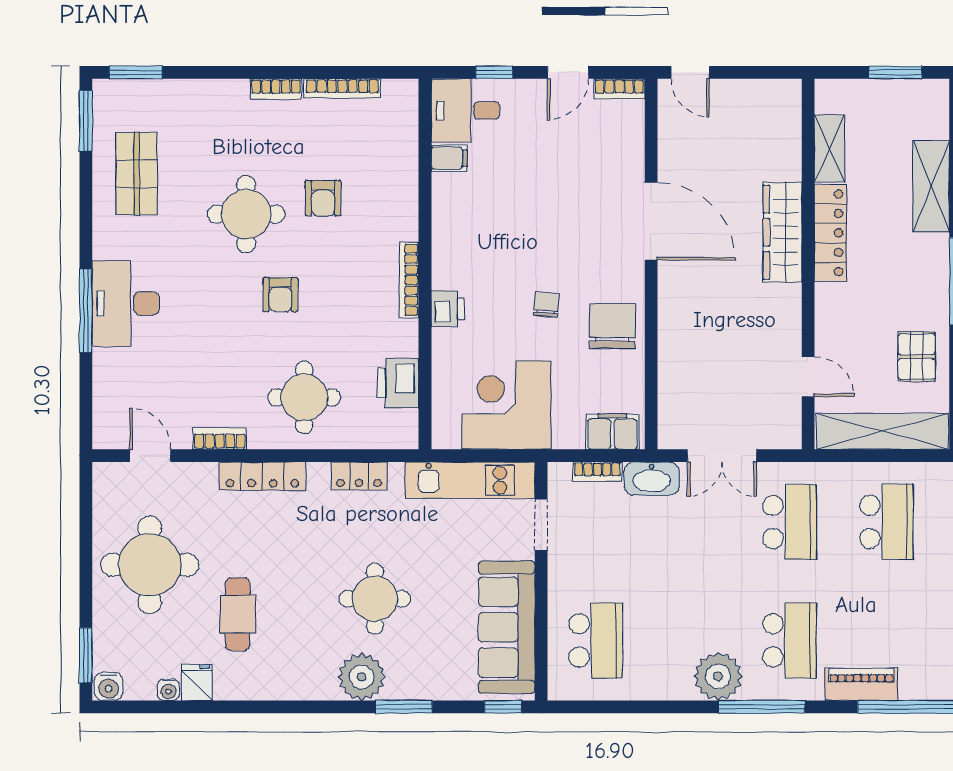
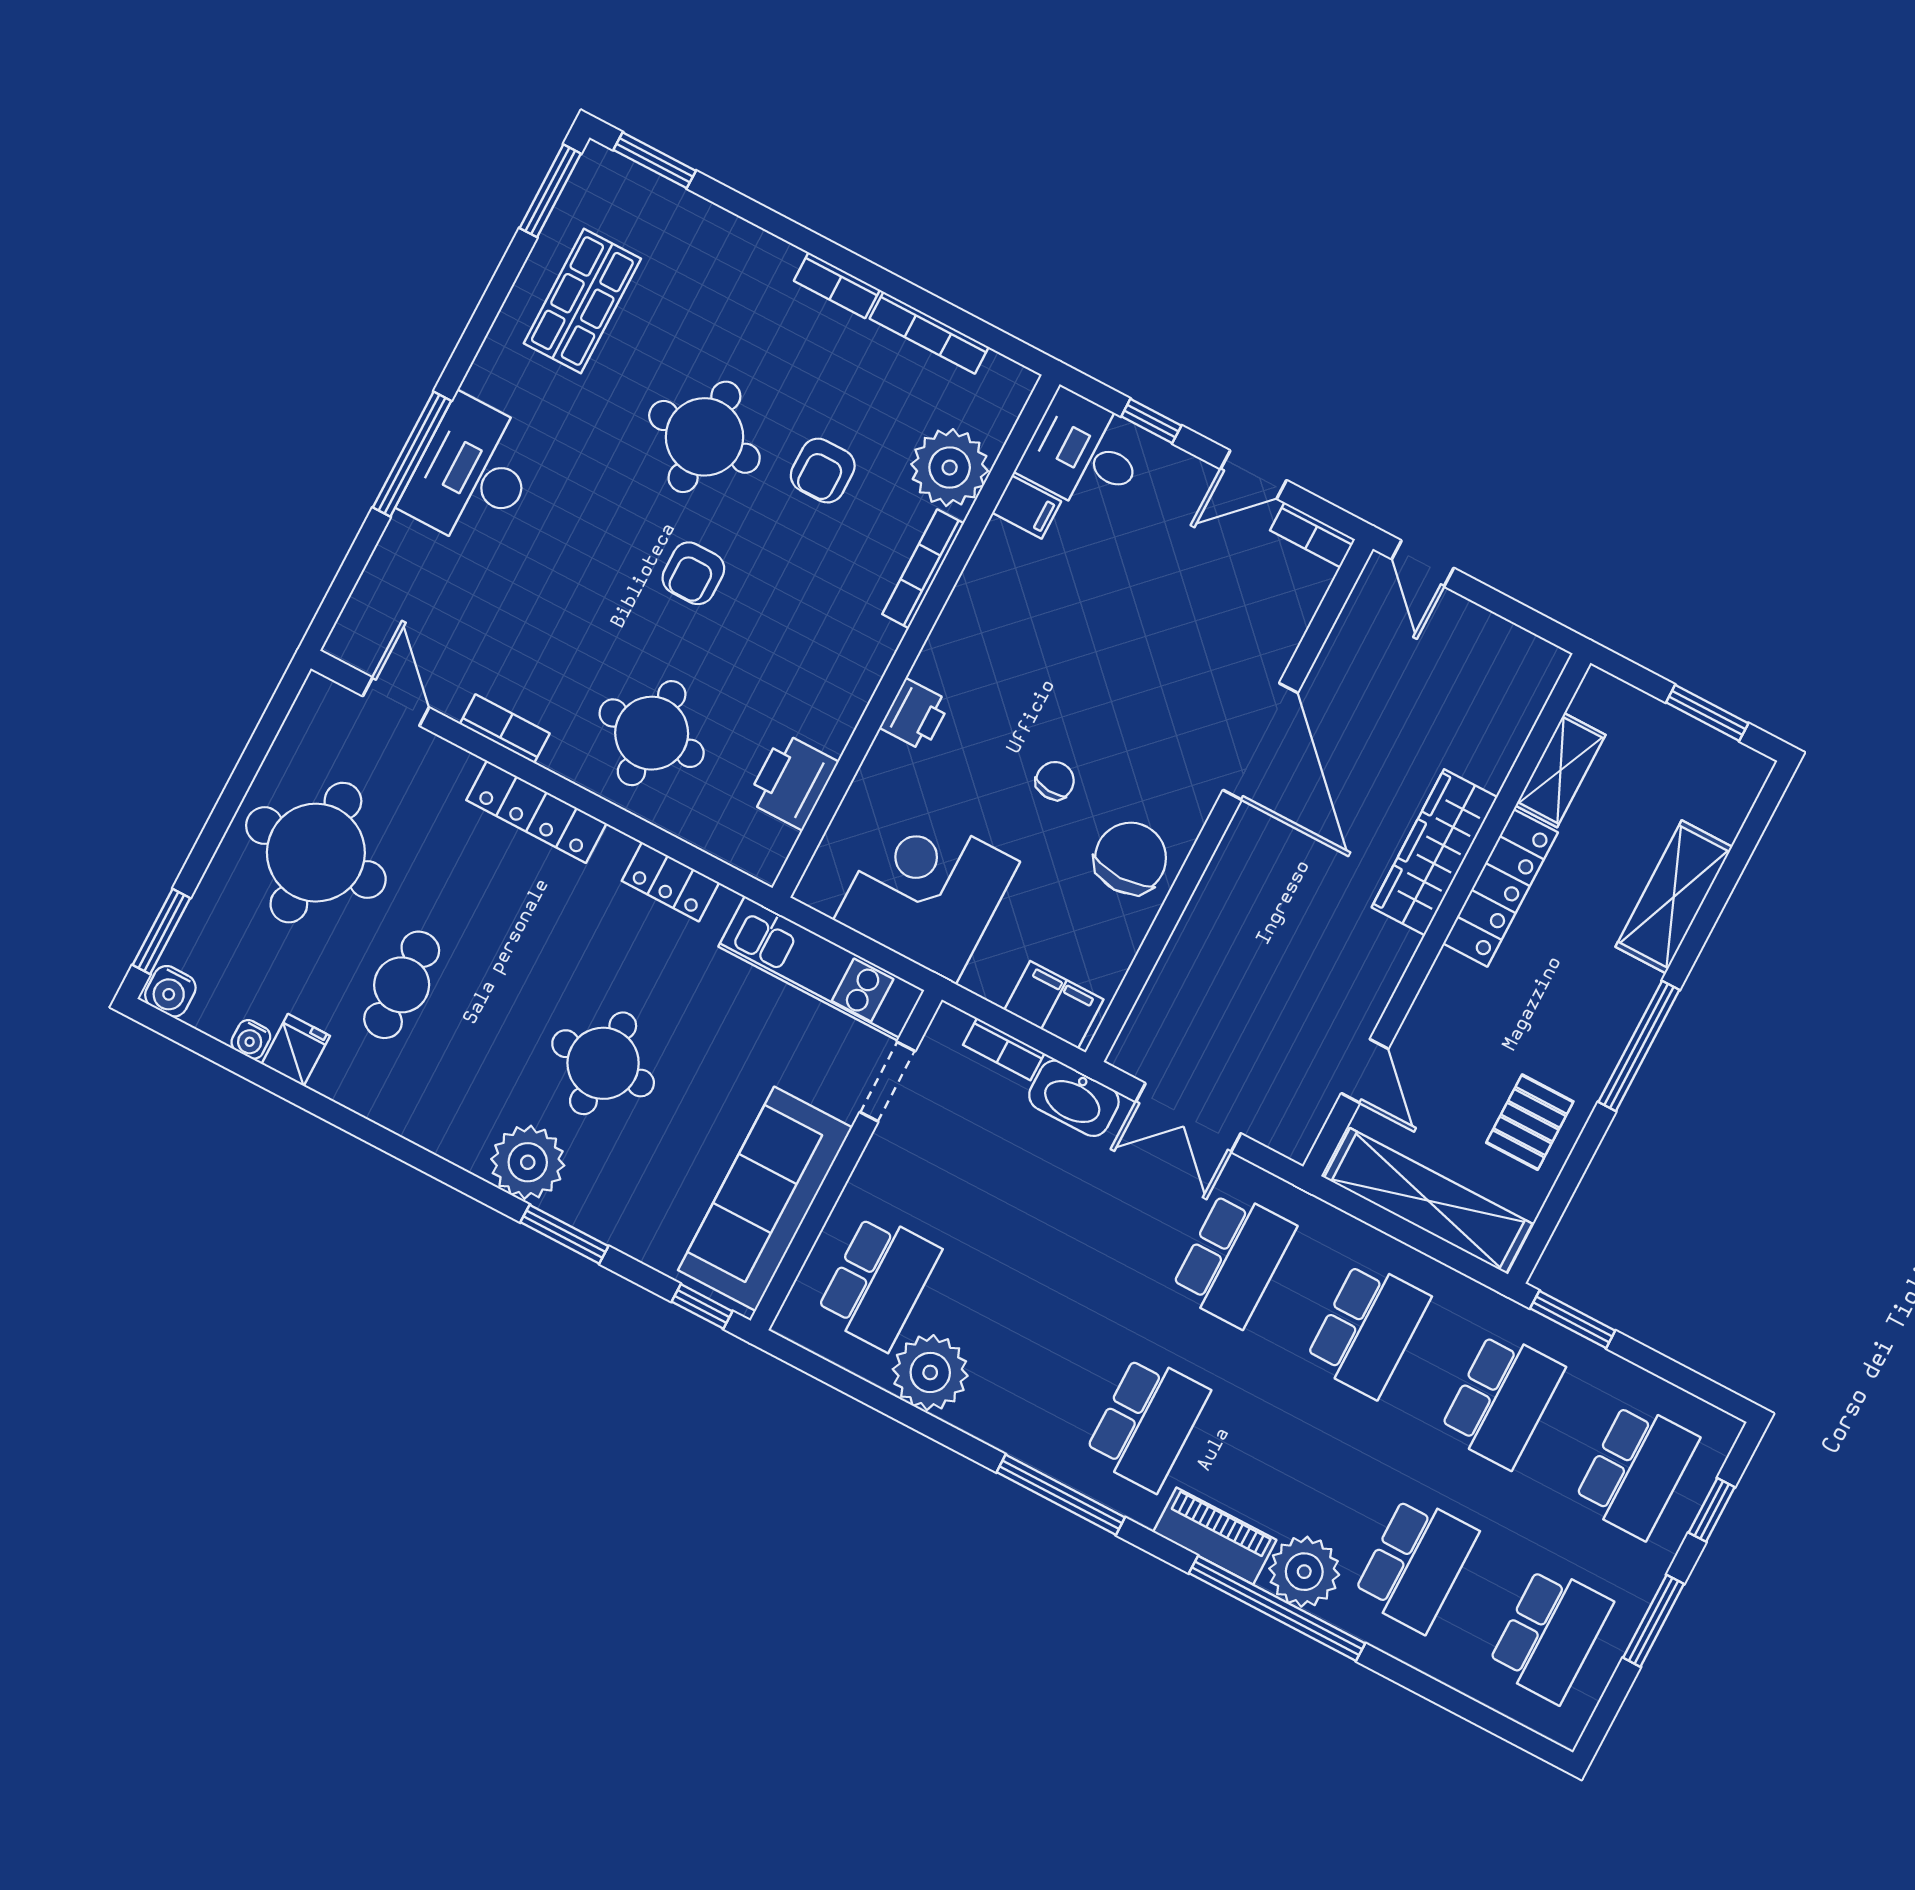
plant: (394, 159) -> (950, 468), added
bookcase: (409, 280) -> (923, 569), moved
plant: (718, 676) -> (930, 1372), moved
plant: (923, 678) -> (1304, 1572), added

